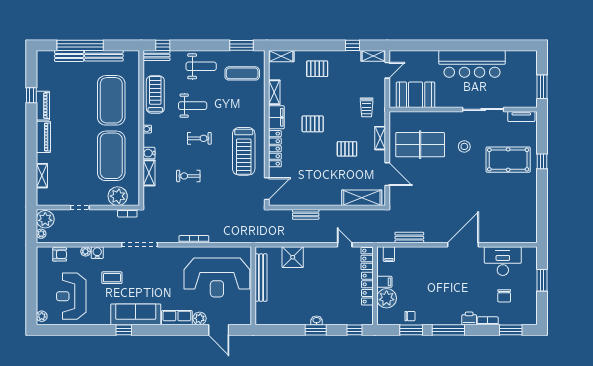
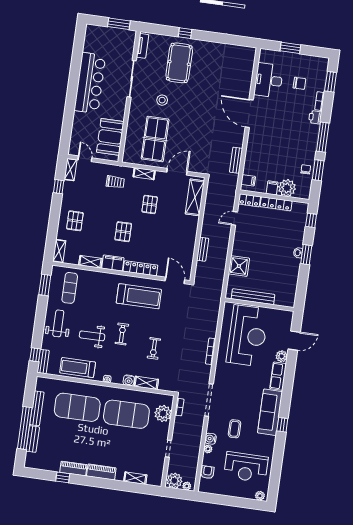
weight bench: (193, 106) -> (92, 336), turned -90

